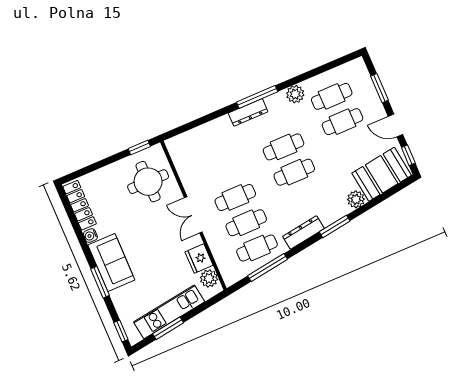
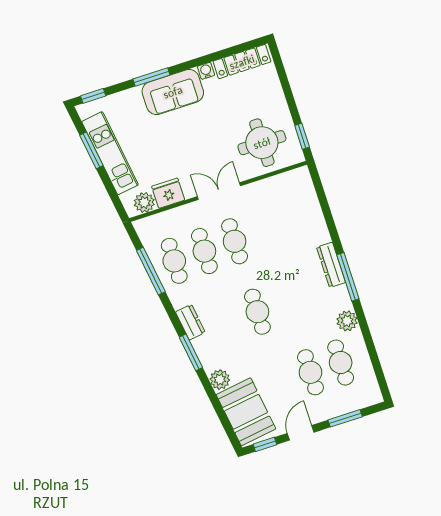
cafe table: (284, 147) -> (288, 302), removed
dresser: (303, 232) -> (190, 322), width x0.70

